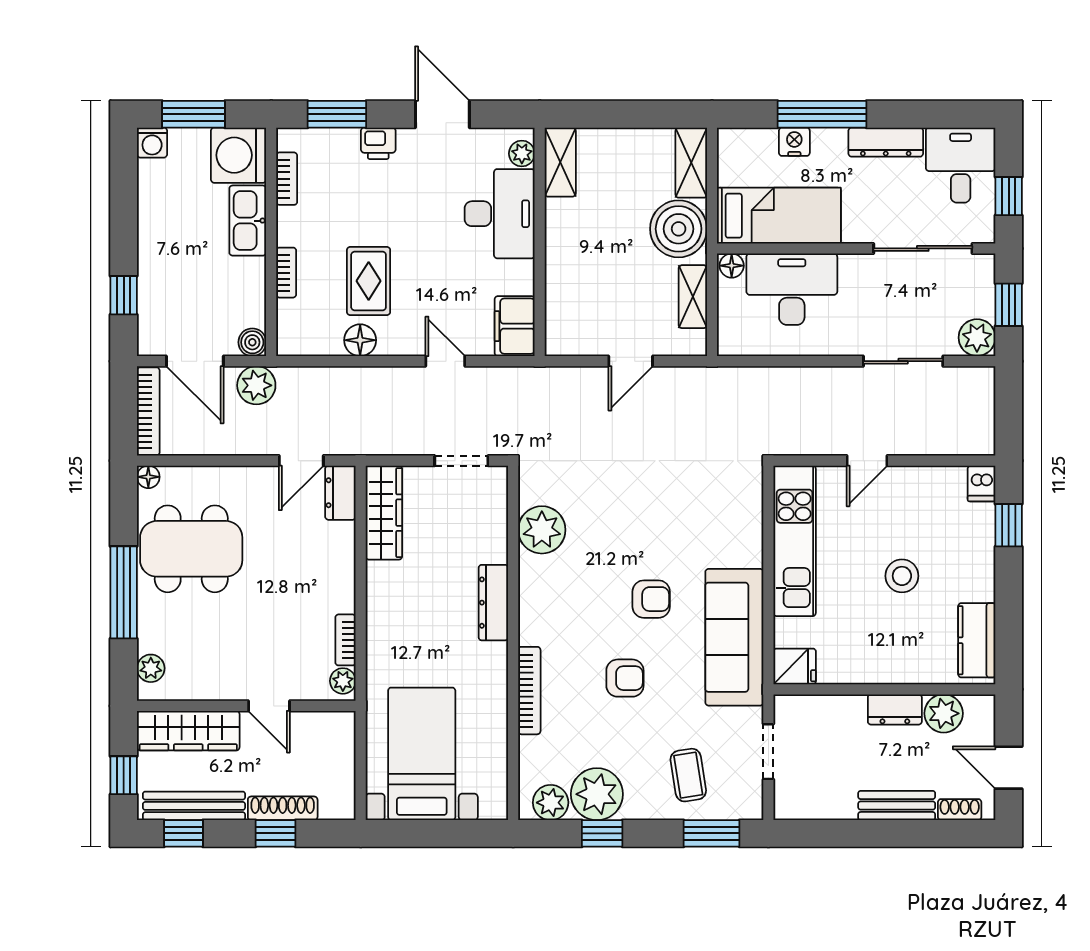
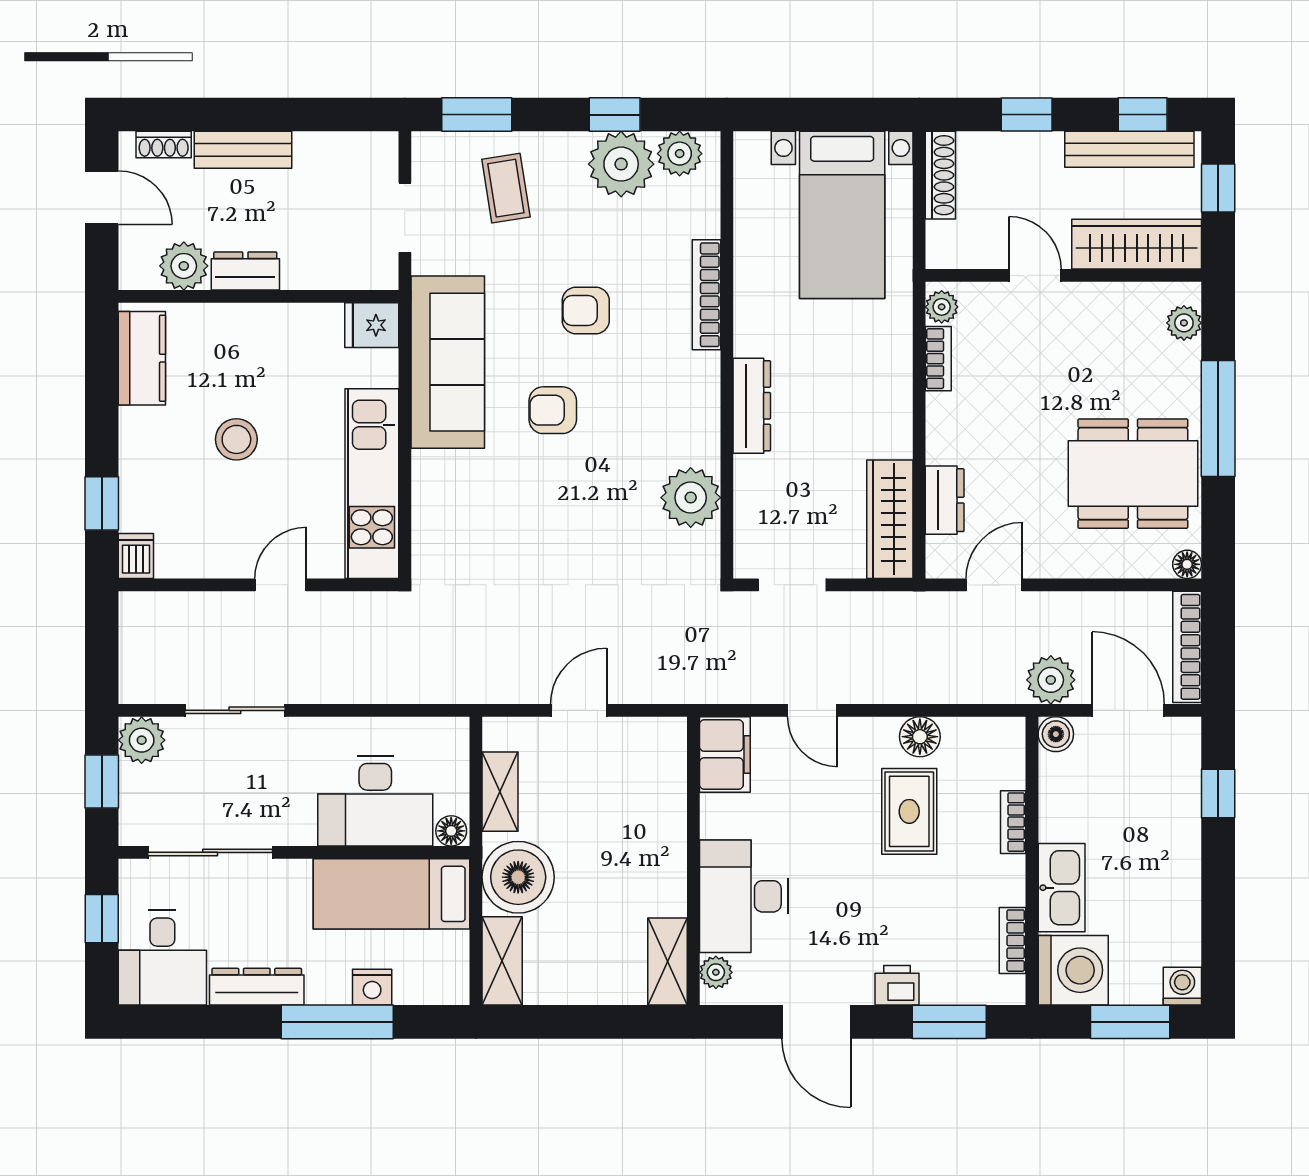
dresser: (340, 493) -> (945, 500), moved
shoe rack: (283, 808) -> (940, 175), moved, turned -90

